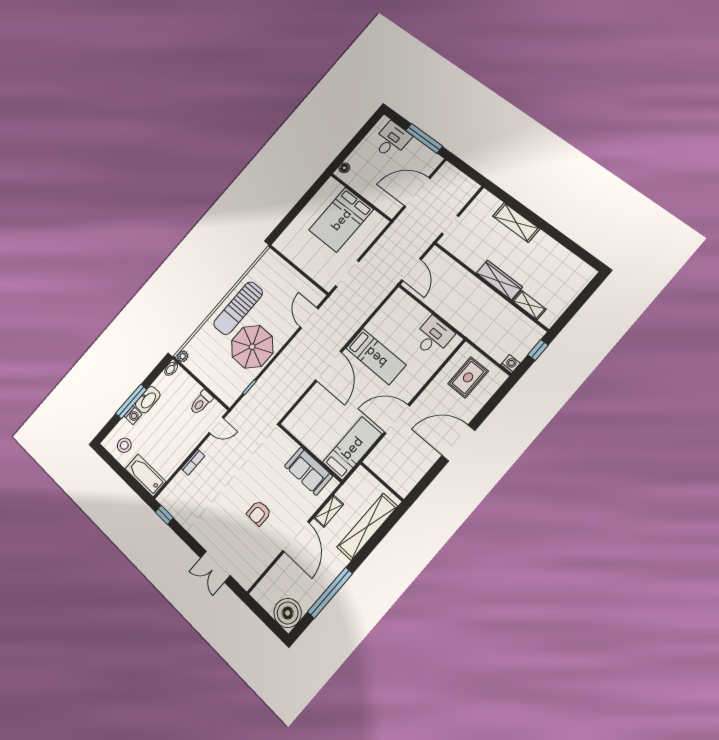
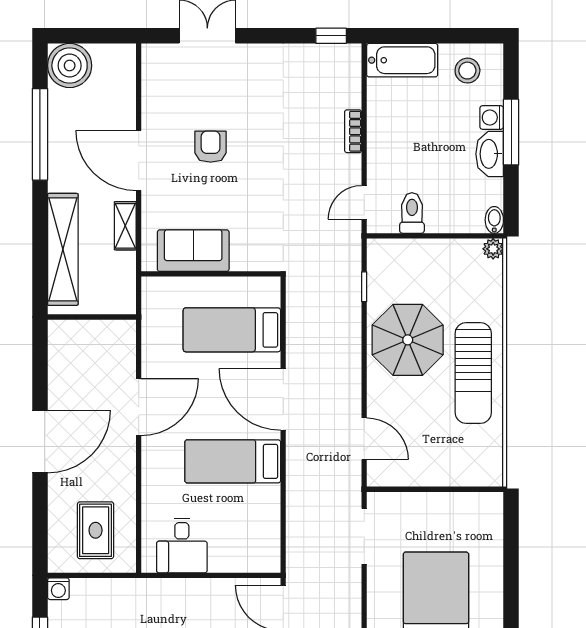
sun lounger: (238, 308) -> (473, 373), turned 180
bed: (352, 448) -> (232, 330), moved, turned 90

